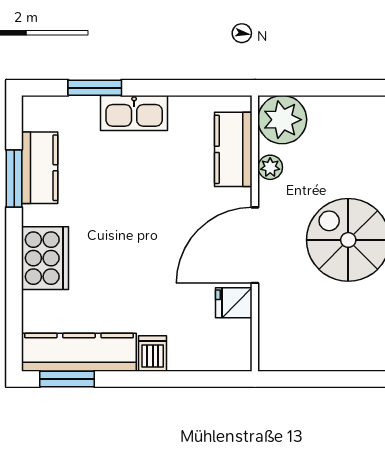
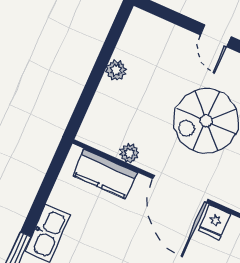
plant: (282, 120) -> (116, 70), moved, width x0.53, depth x0.53

